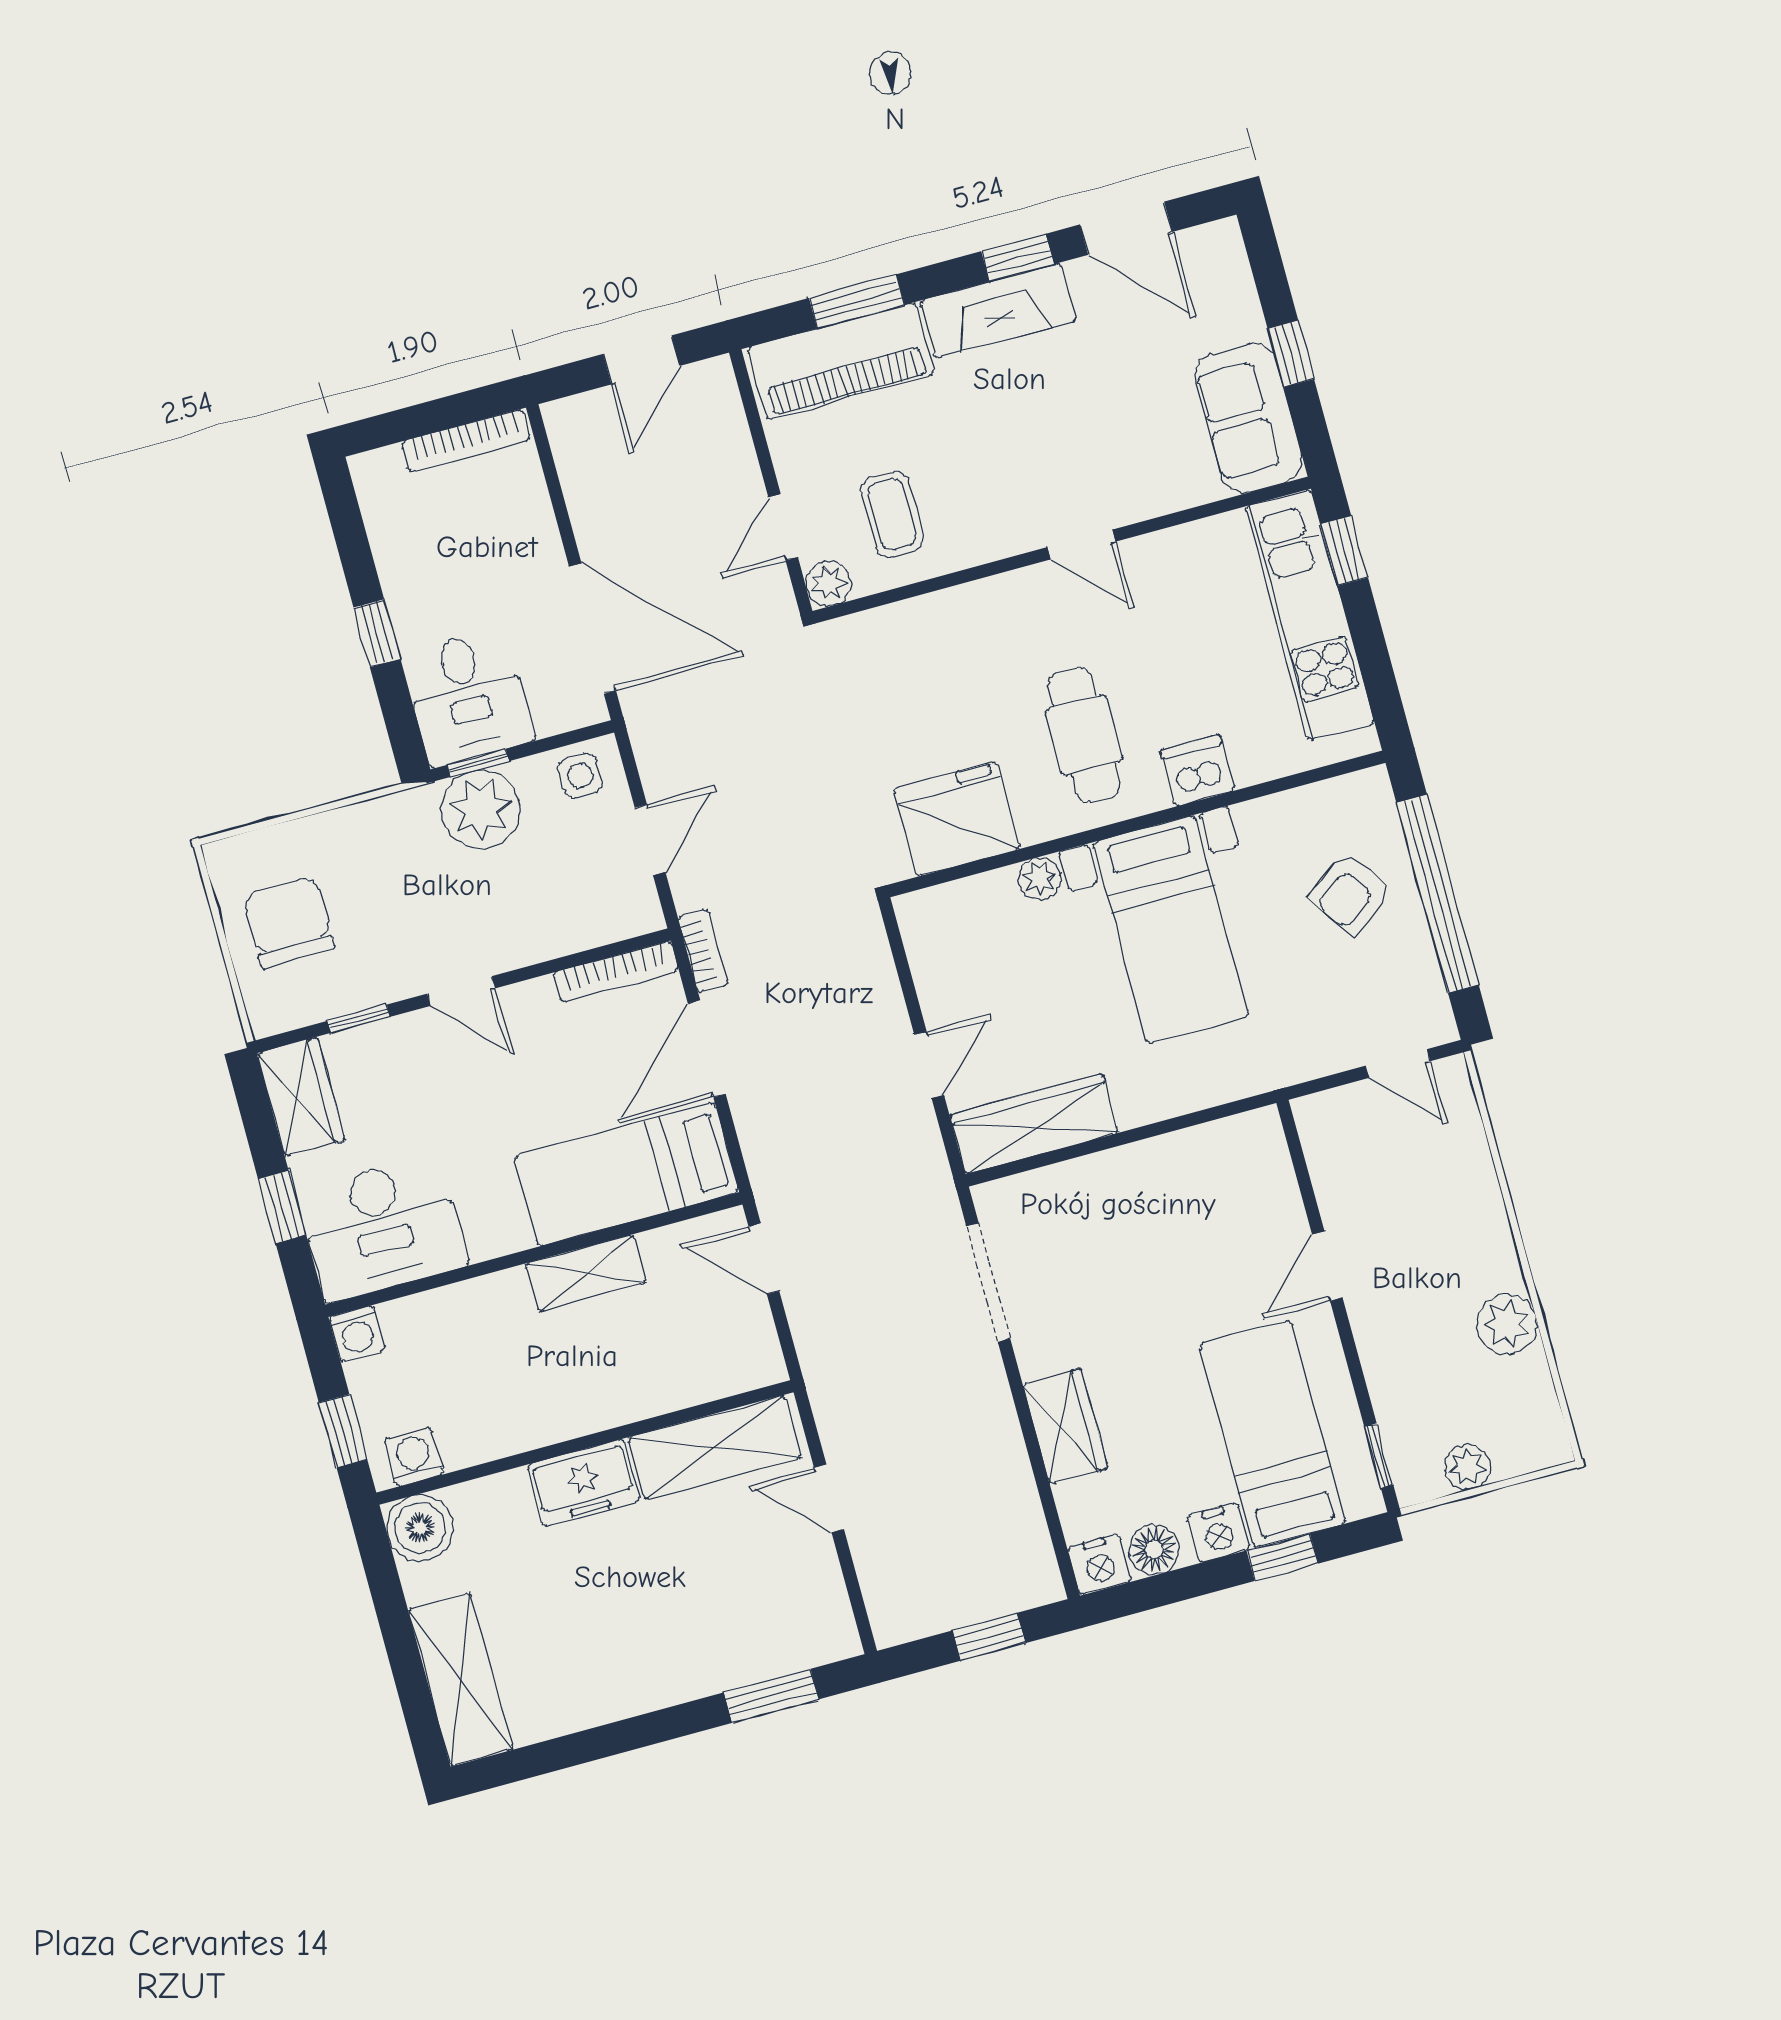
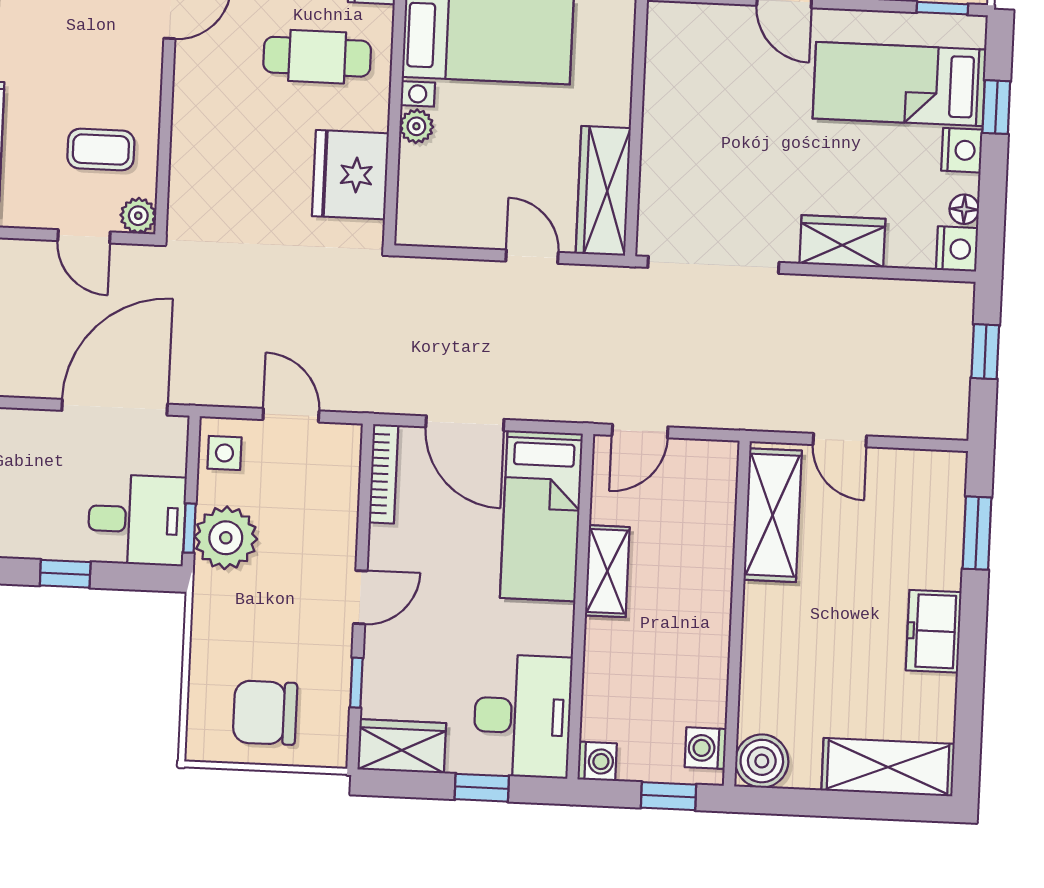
bookcase: (703, 951) -> (389, 402), removed
doorway: (988, 1282) -> (713, 265), width x1.36
freezer: (584, 1483) -> (934, 631), moved, turned 180
door: (829, 1498) -> (840, 440), hinge flipped
floor lamp: (1154, 1550) -> (964, 209), width x0.73, depth x0.73

